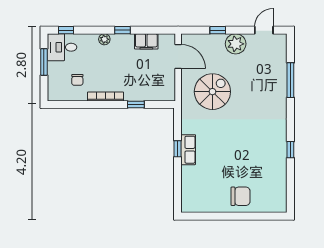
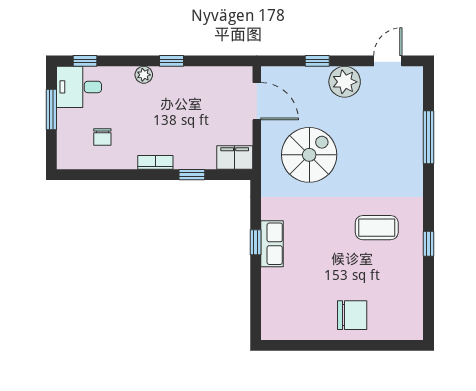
filing cabinet: (146, 41) -> (235, 158), moved, turned 180
bookcase: (106, 97) -> (155, 162), width x0.64
coffee table: (257, 139) -> (377, 228), added

